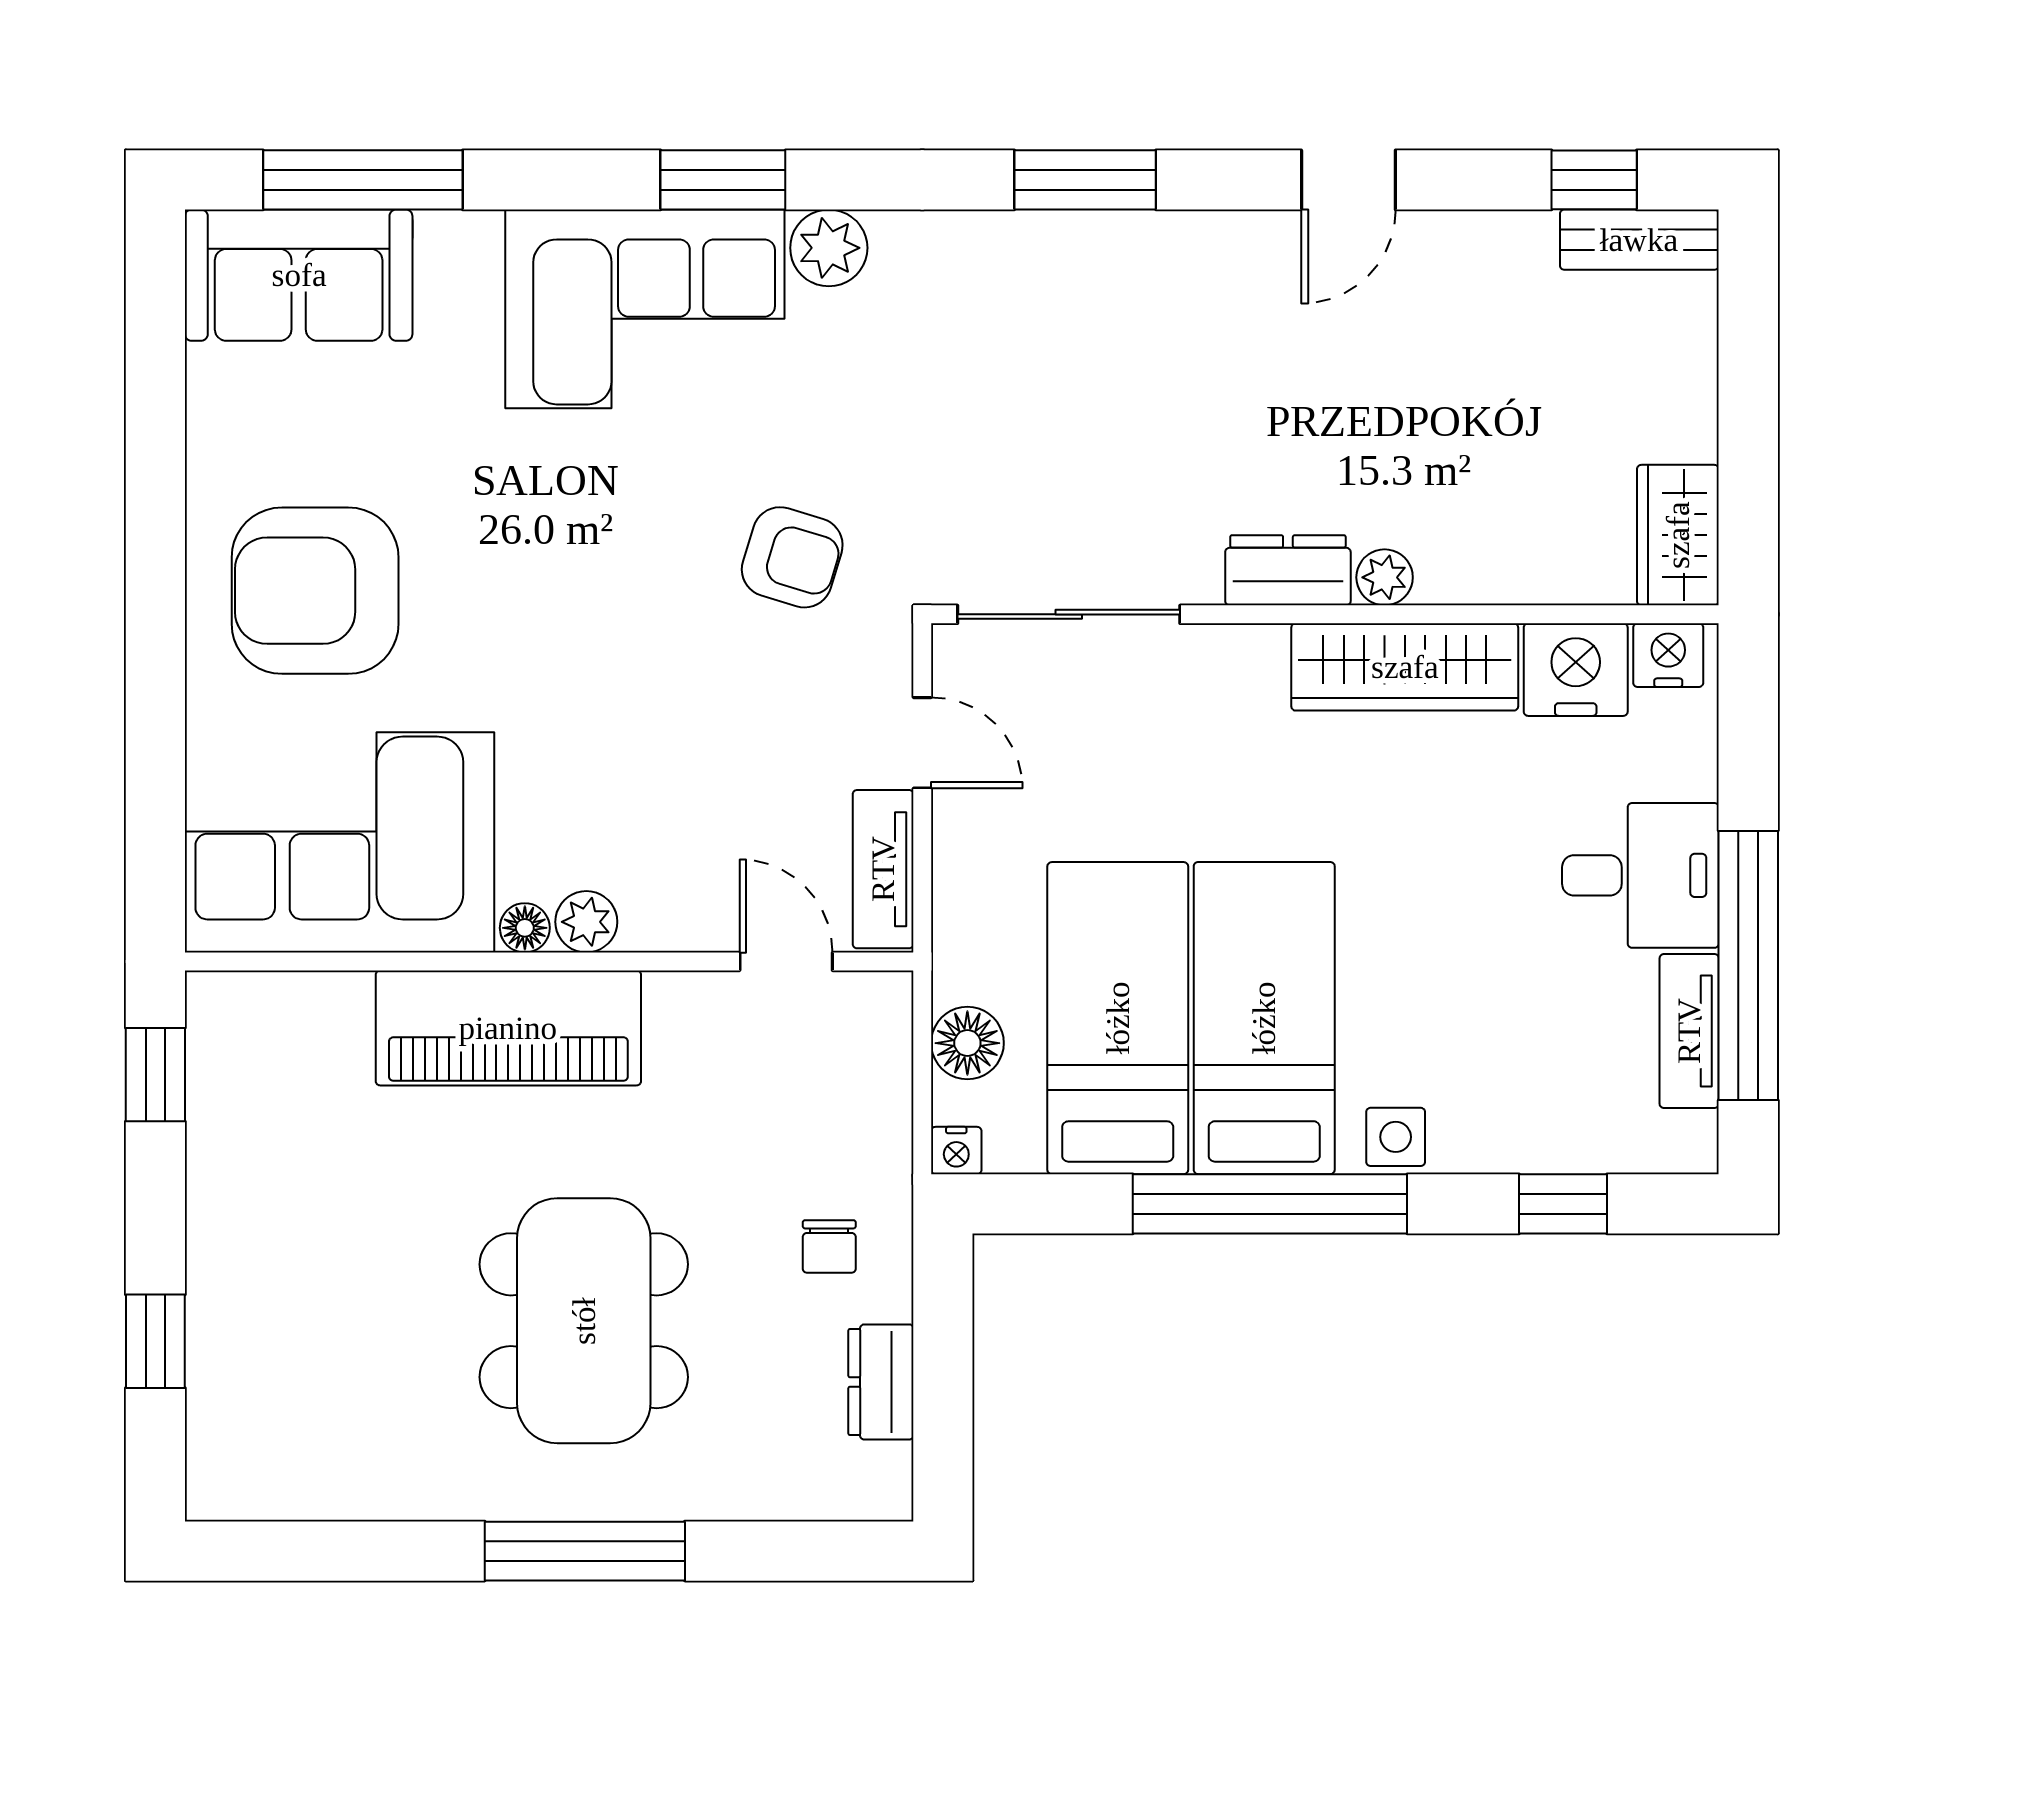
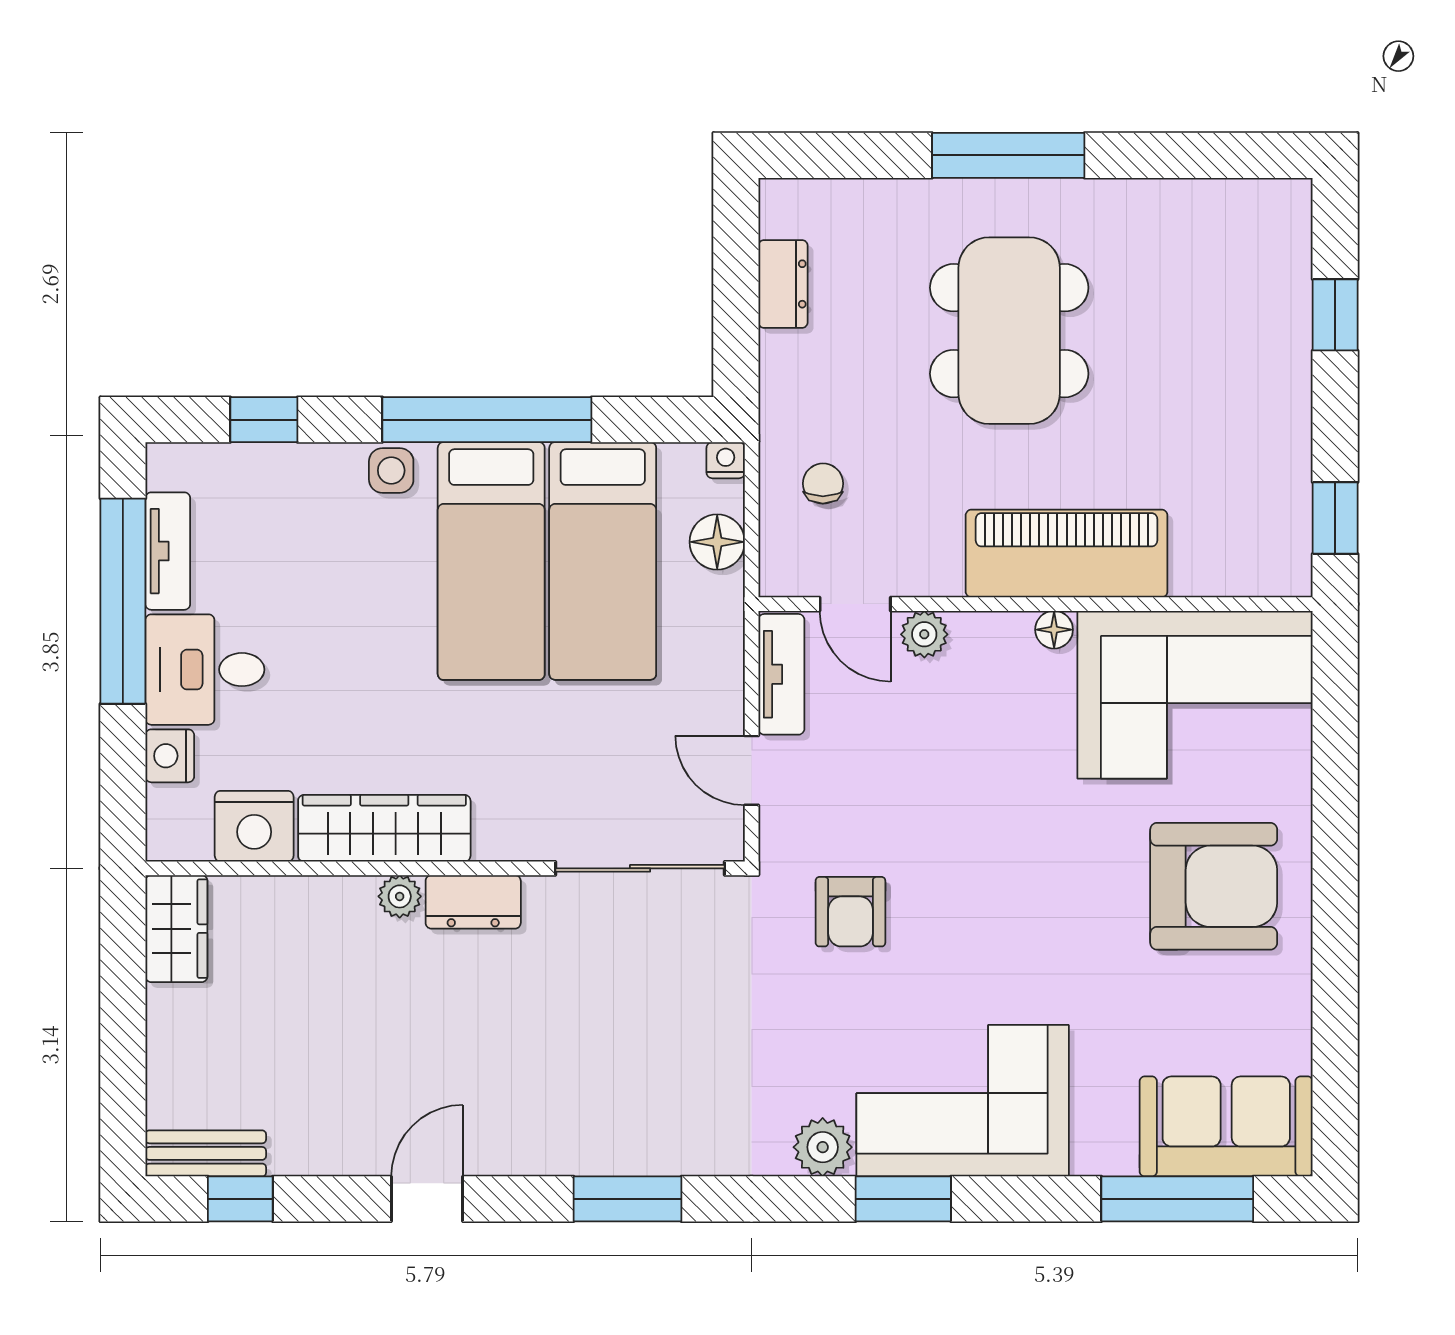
armchair: (792, 557) -> (850, 912), turned -107
nightstand: (1668, 655) -> (170, 756), moved, turned 90
plant: (586, 922) -> (924, 634), moved
chair: (829, 1247) -> (823, 484), moved

